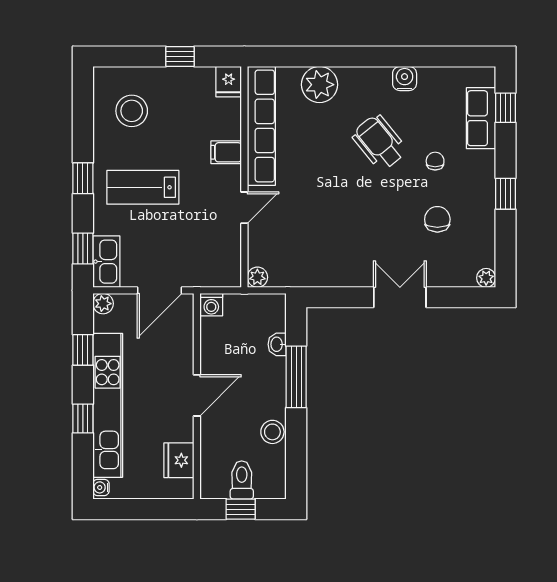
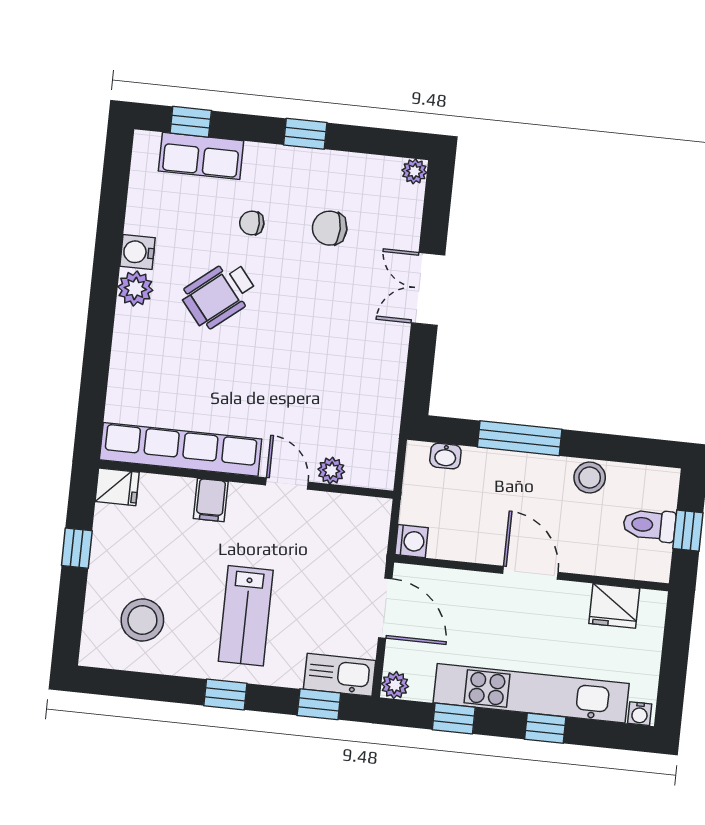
plant: (319, 85) -> (135, 289), moved, width x0.73, depth x0.73
plant: (257, 277) -> (331, 471), moved
washbasin: (277, 344) -> (445, 456), moved

